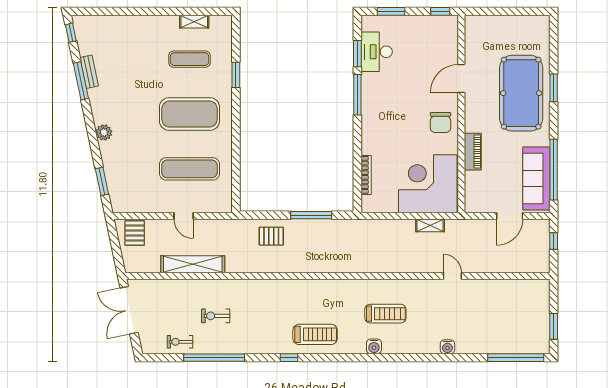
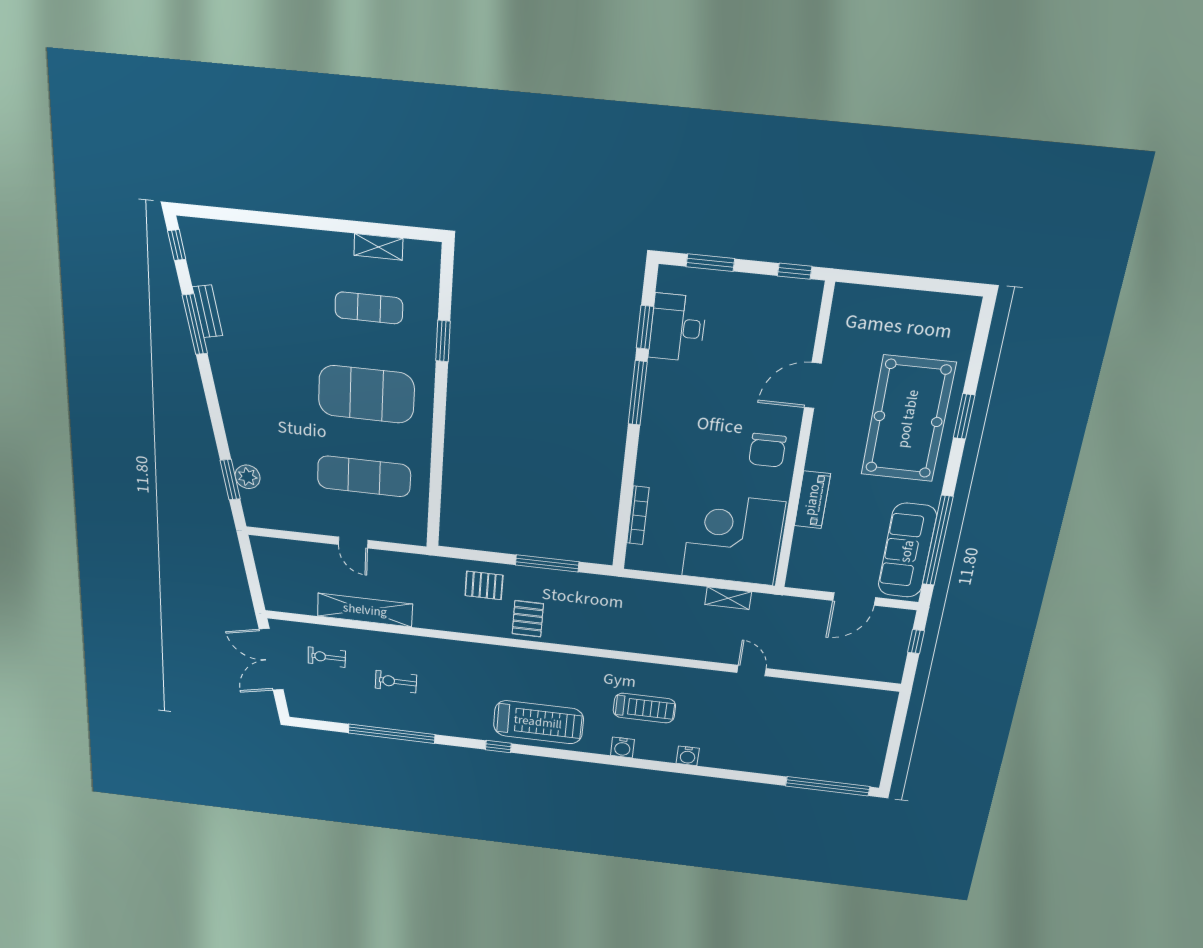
plant: (104, 132) -> (248, 477), moved
pallet: (135, 233) -> (528, 619), moved
window: (554, 326) -> (892, 754), removed
treadmill: (315, 334) -> (538, 722), width x1.37, depth x1.38
exercise bike: (180, 342) -> (327, 657), moved
water cooler: (447, 347) -> (688, 756), moved

